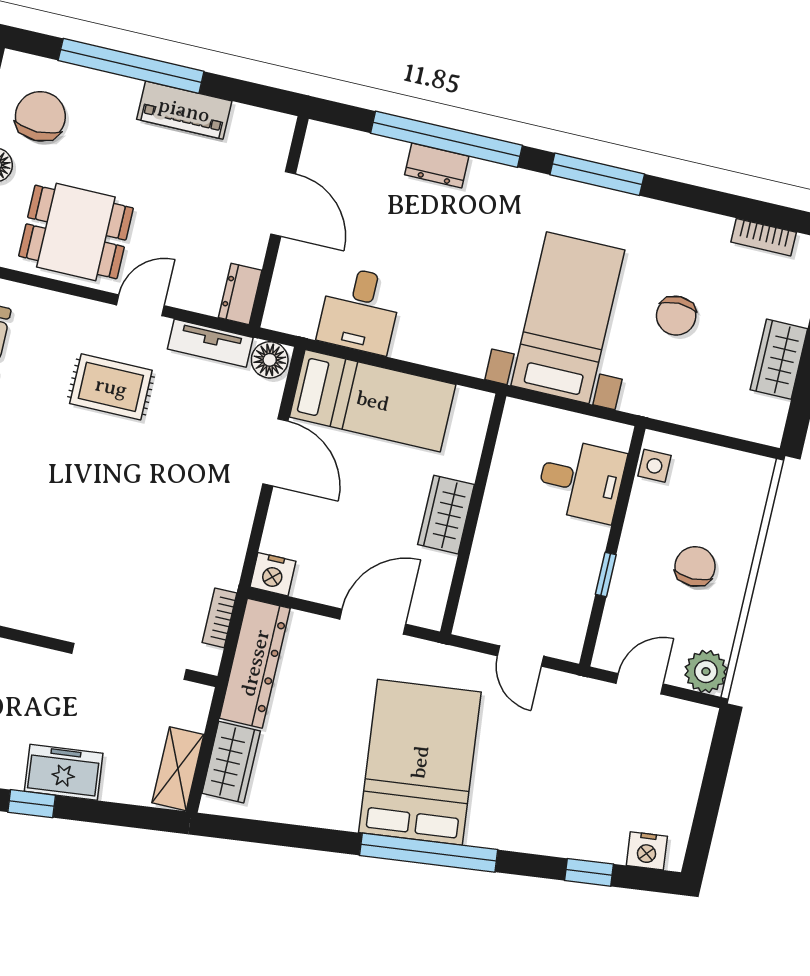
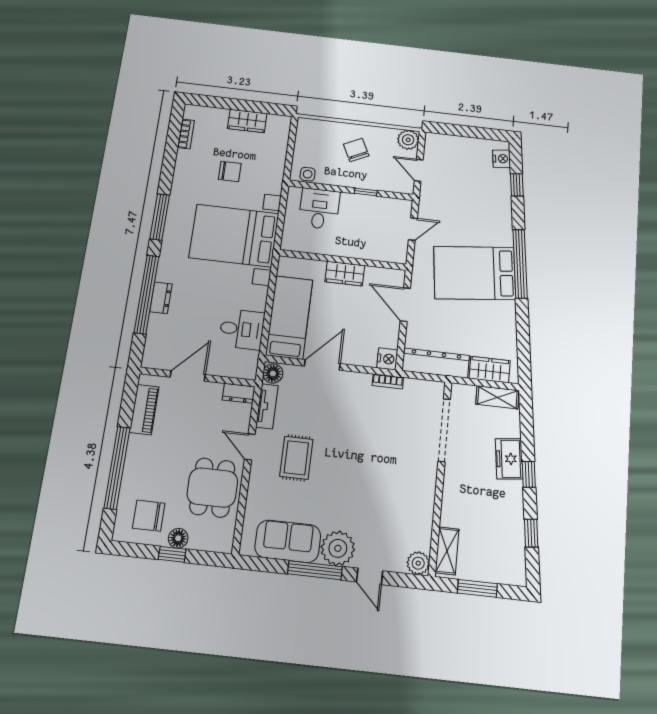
piano: (184, 110) -> (144, 410), moved
bed with nightstands: (568, 318) -> (234, 236), width x1.36
chair: (695, 566) -> (356, 150), turned 64
bookcase: (220, 618) -> (388, 381), moved

